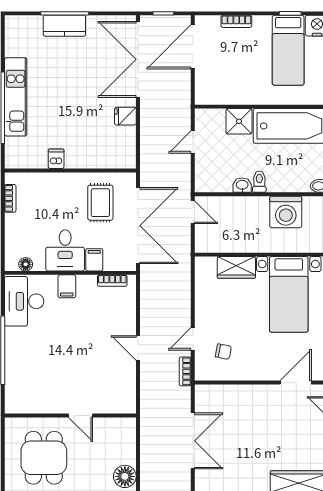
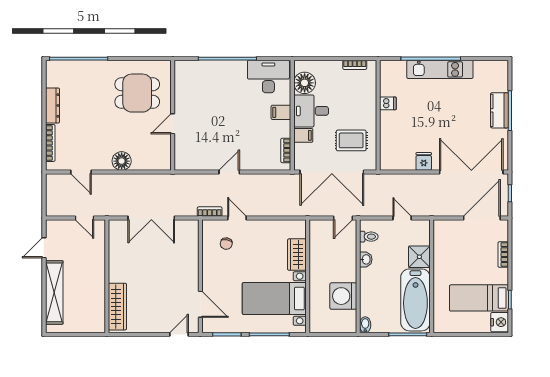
door: (193, 47) -> (482, 218), hinge flipped
toilet: (259, 182) -> (369, 237), moved
floor lamp: (26, 264) -> (305, 83), width x1.89, depth x1.89

